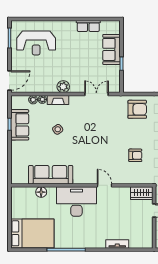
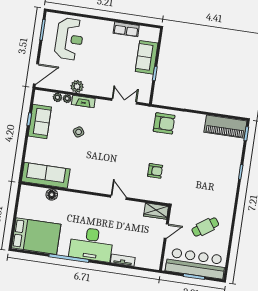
reception desk: (36, 43) -> (69, 39), turned -90
plant: (63, 87) -> (77, 86), moved
sofa: (51, 175) -> (46, 175), moved
desk: (76, 202) -> (91, 244), moved, turned 180

